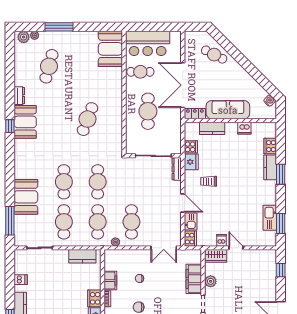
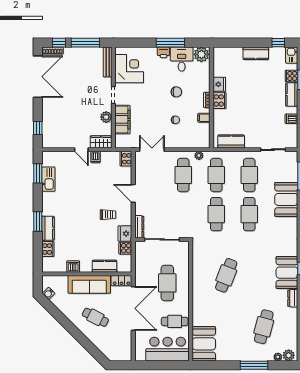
cafe table: (214, 55) -> (95, 317), moved
kitchen sink: (191, 221) -> (126, 175), removed
filing cabinet: (110, 281) -> (204, 118), width x0.50

